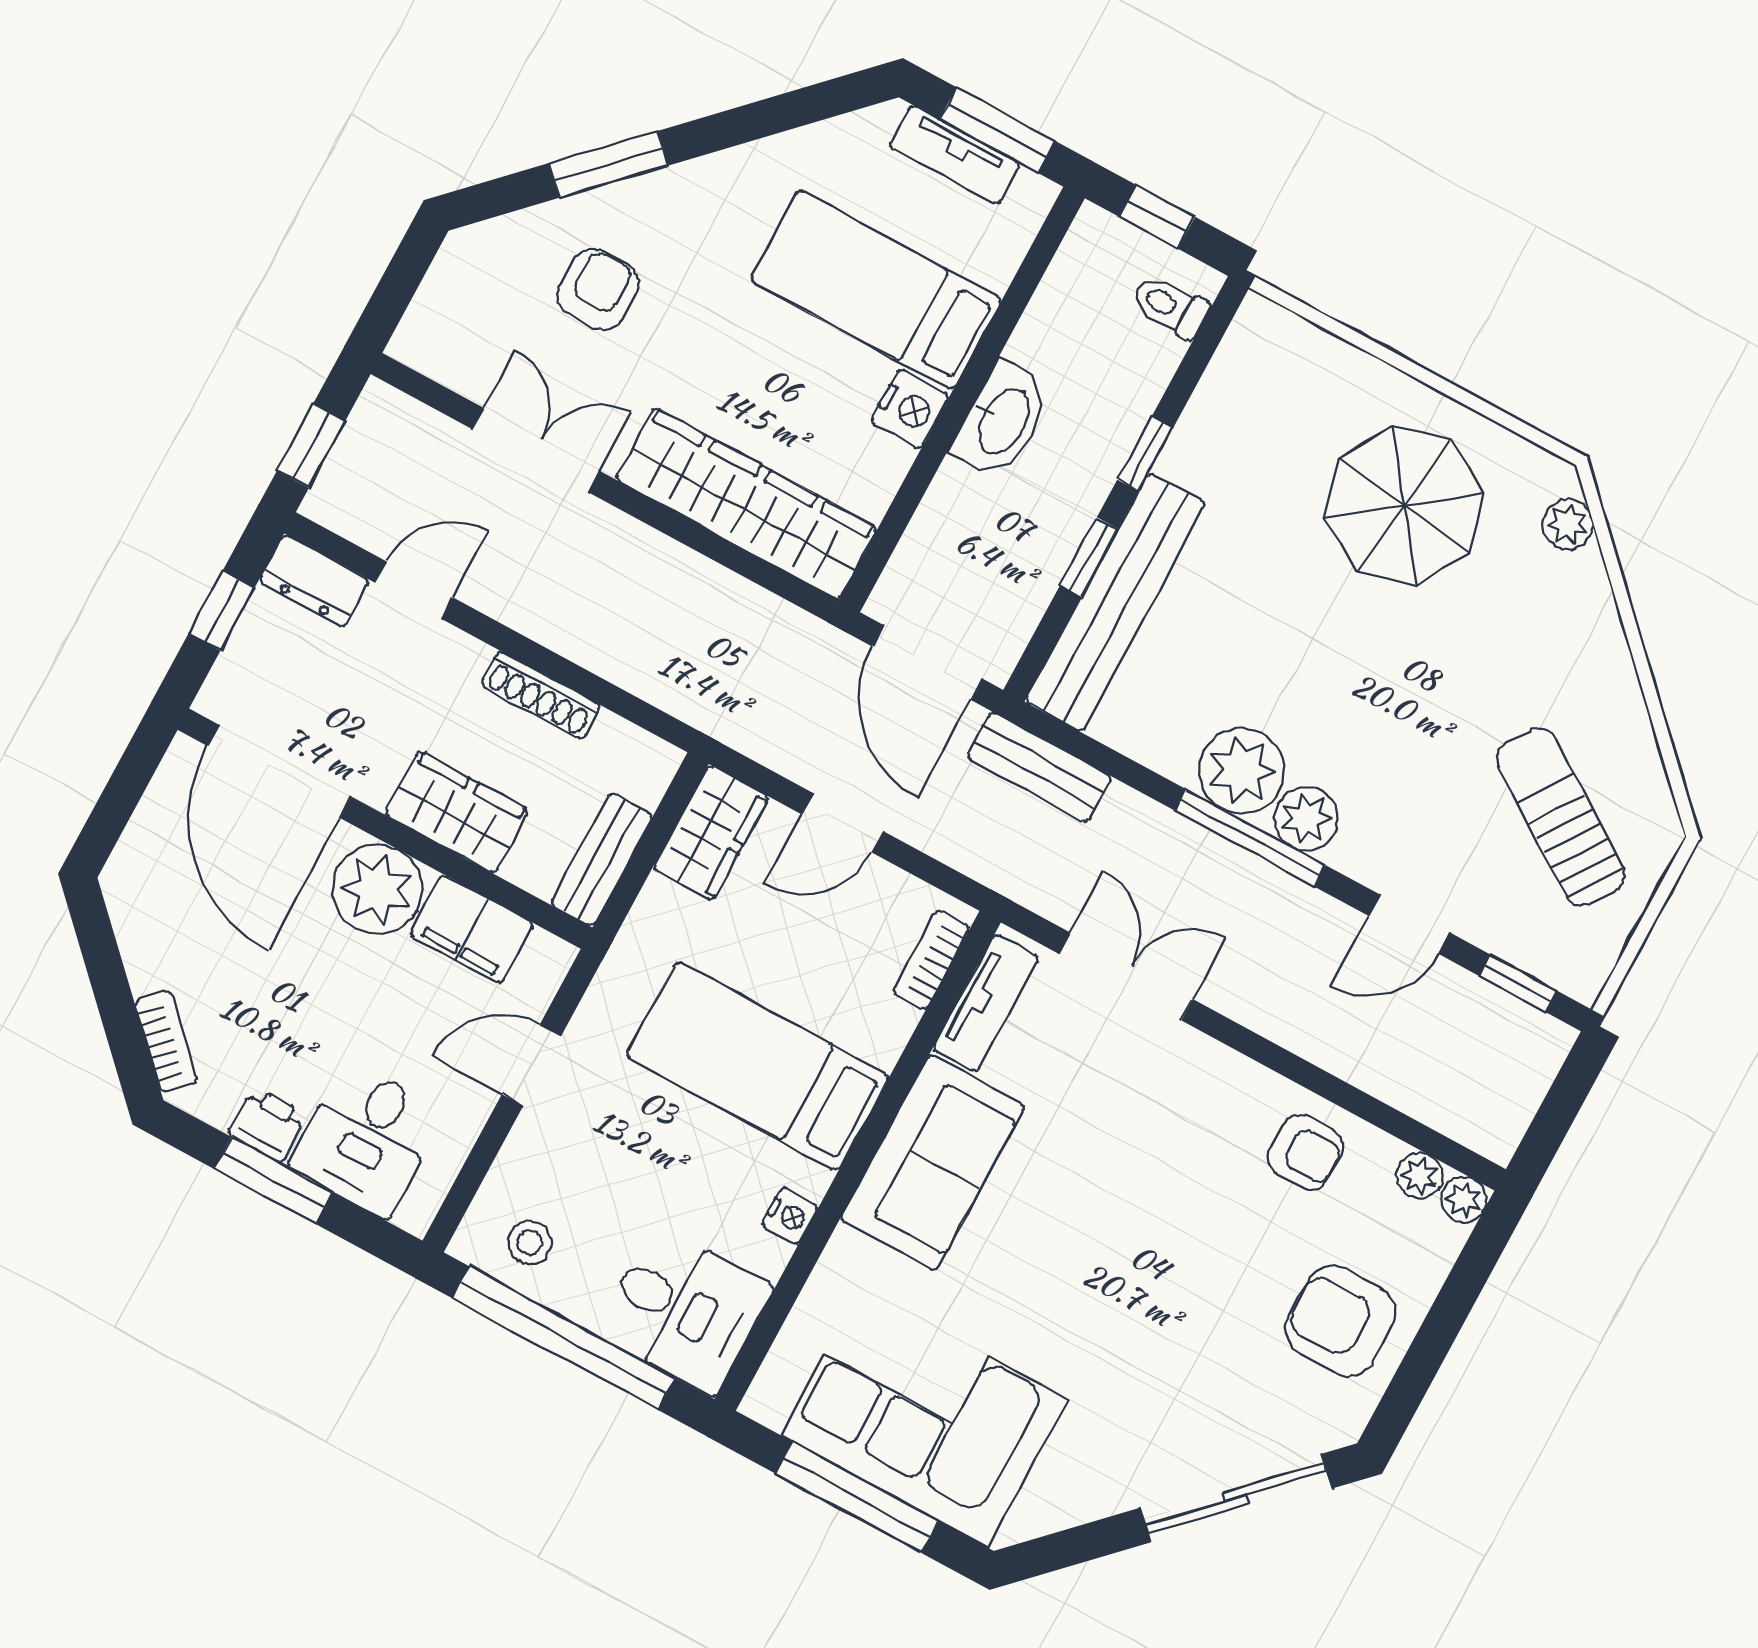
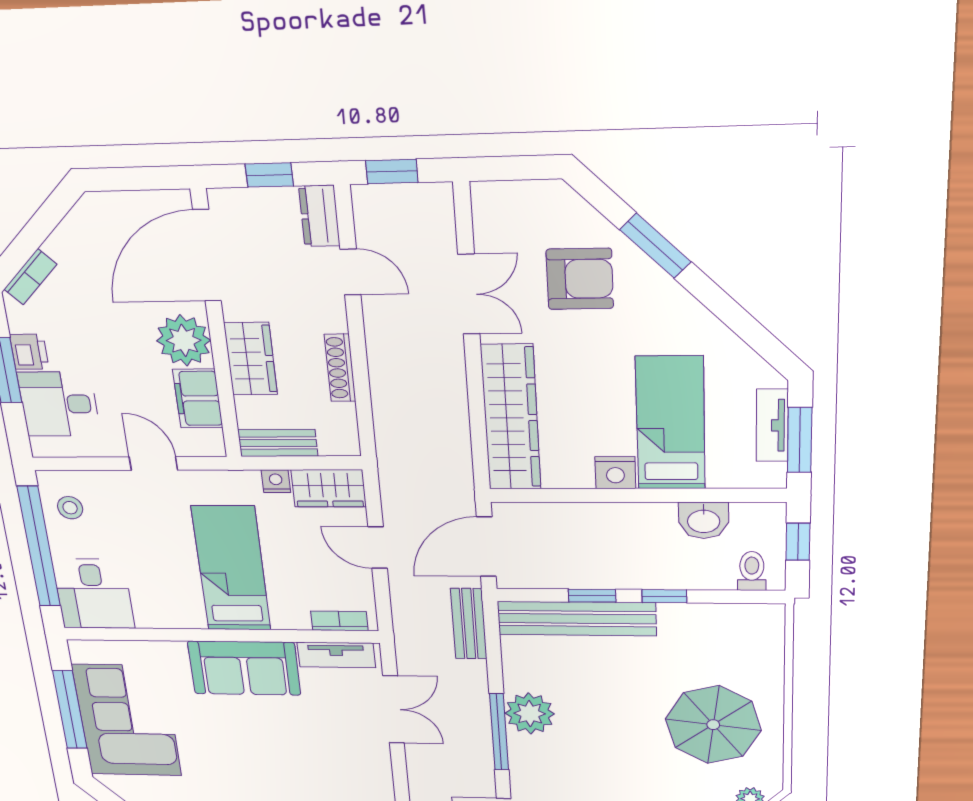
armchair: (598, 289) -> (580, 279), width x1.38, depth x1.38
washbasin: (1002, 420) -> (704, 520), moved, width x0.72
plant: (1306, 818) -> (525, 751), removed
nightstand: (790, 1216) -> (276, 481), moved, turned 180

